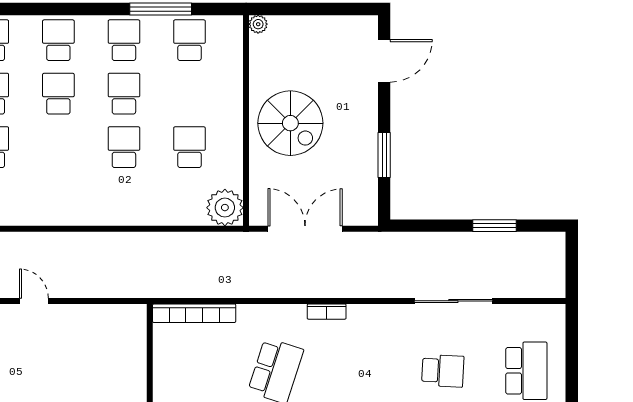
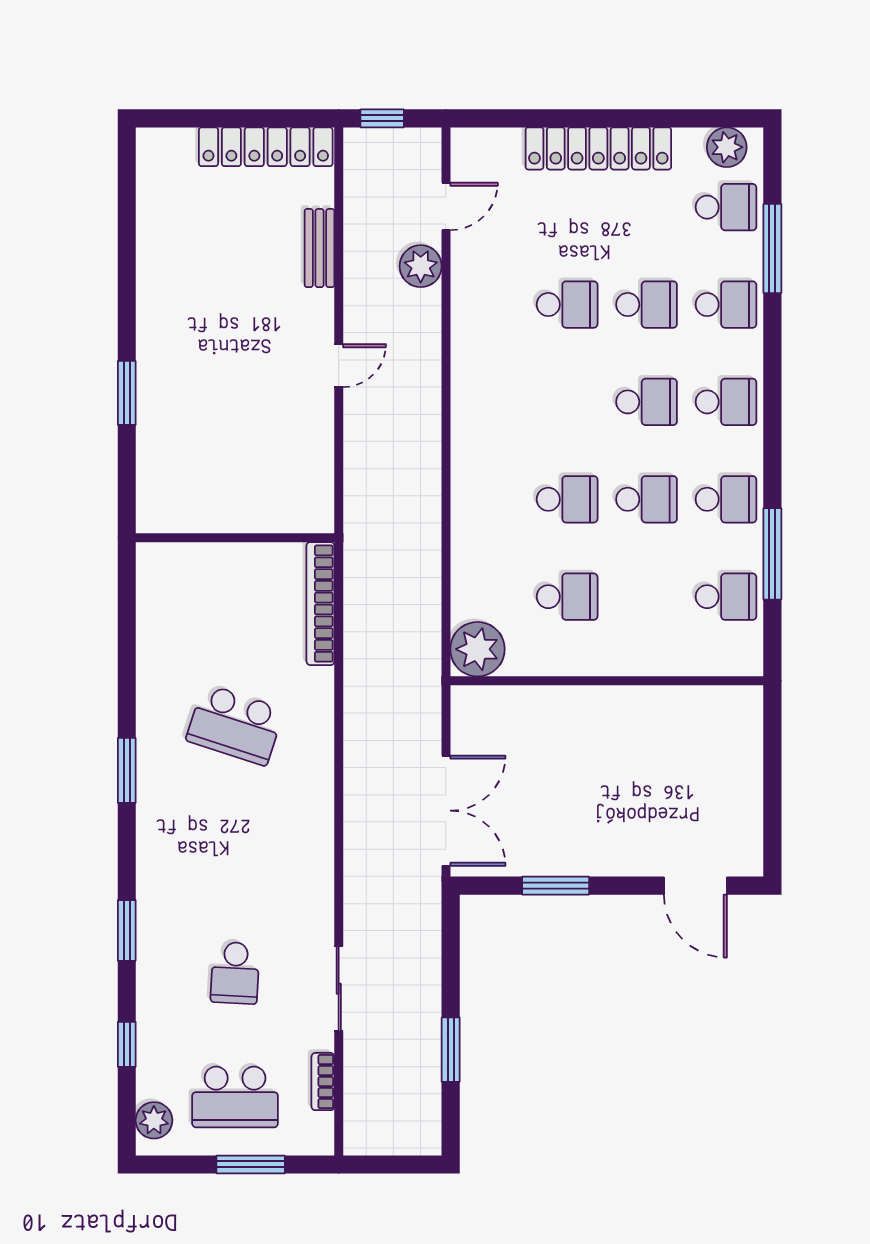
plant: (258, 24) -> (750, 699), removed
spiral stairs: (290, 123) -> (603, 747), removed
double door: (305, 229) -> (446, 811), moved
sliding door: (453, 301) -> (339, 989), width x0.73
bookcase: (327, 312) -> (323, 1082), moved
window: (572, 360) -> (251, 1164), added

